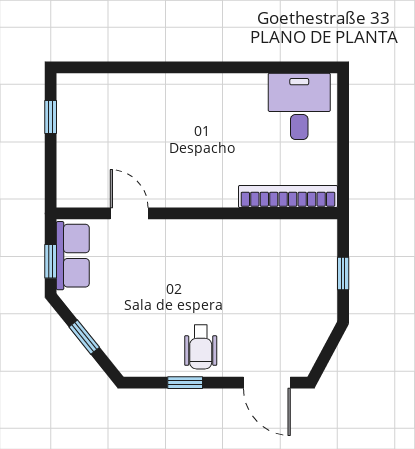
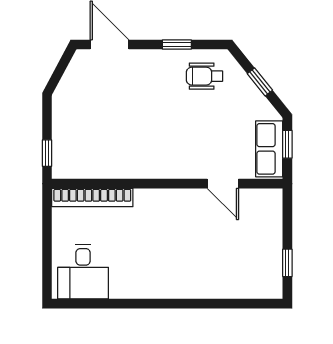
window: (343, 274) -> (47, 153), moved
wheelchair: (201, 347) -> (204, 76), moved, turned -90

